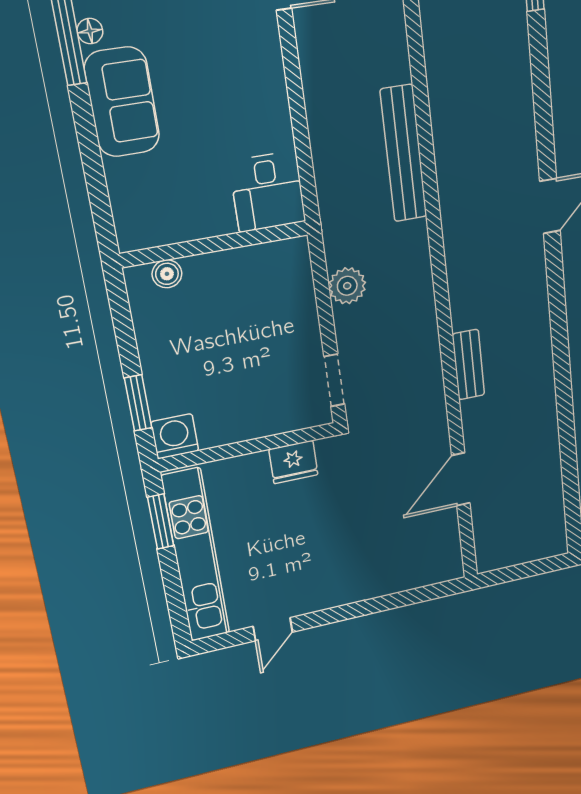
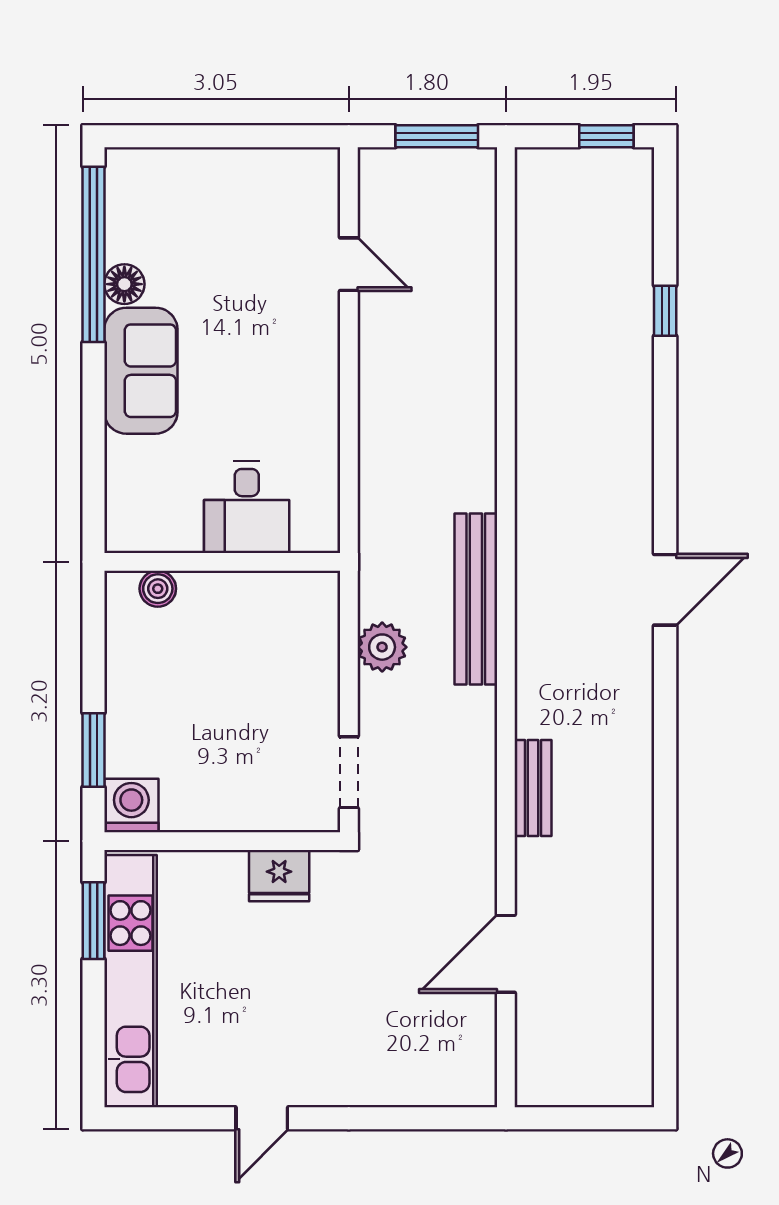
floor lamp: (90, 31) -> (124, 284), width x1.37, depth x1.37
bench: (404, 154) -> (476, 599), moved
desk: (268, 192) -> (247, 507), moved
door: (273, 629) -> (262, 1118), moved

